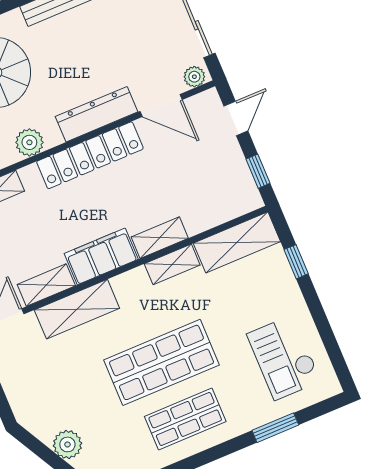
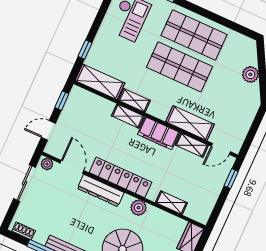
shop shelf: (185, 419) -> (194, 35), width x1.43, depth x1.36

